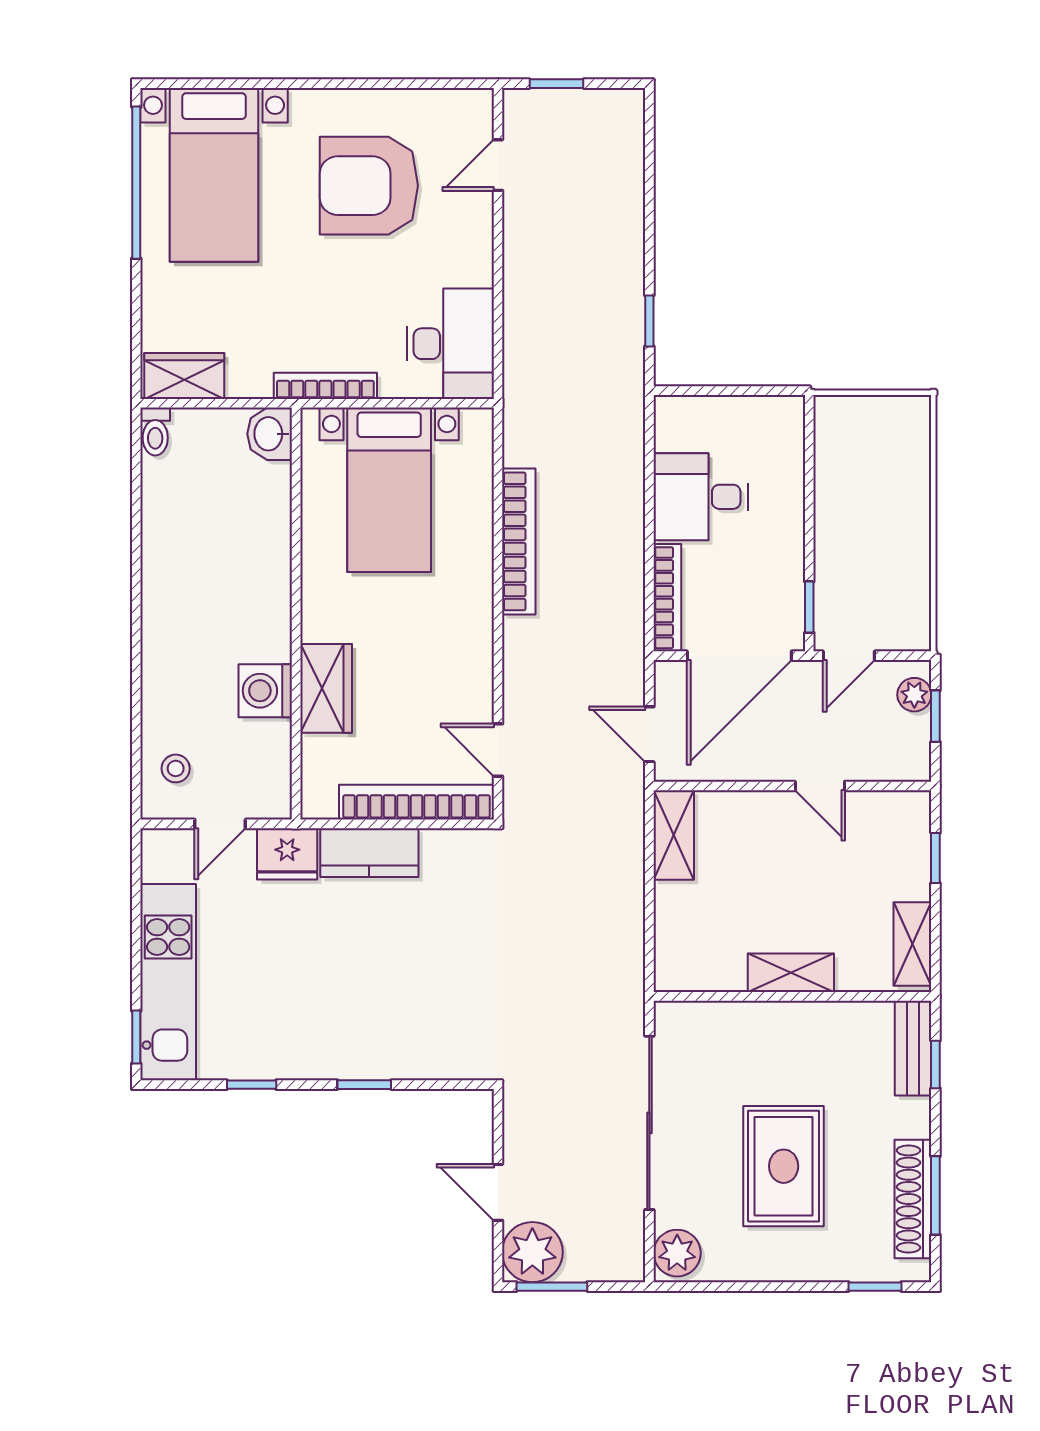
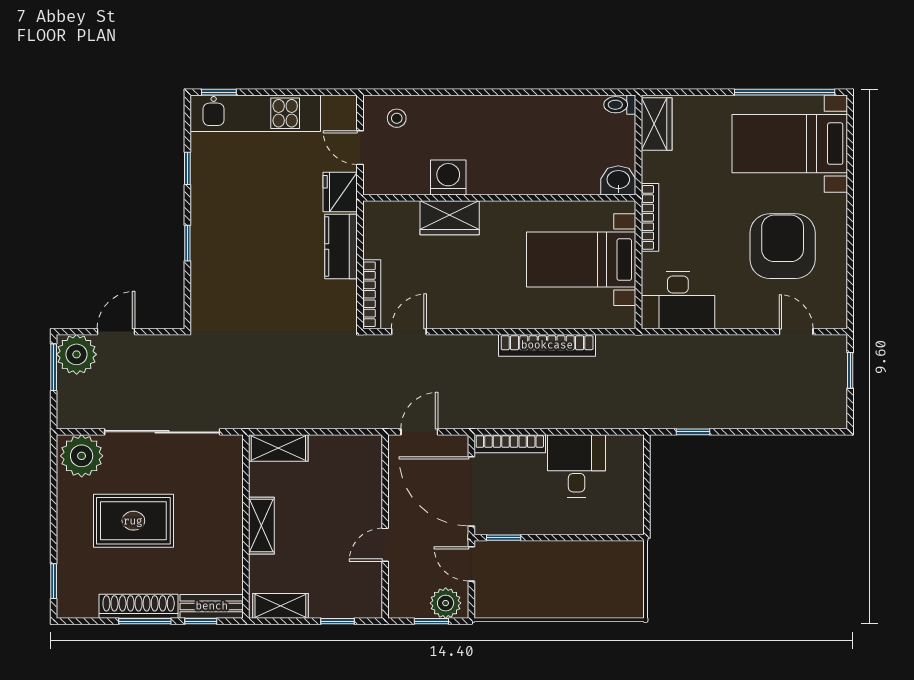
plant: (914, 695) -> (446, 603), width x1.38, depth x1.38
bookcase: (416, 802) -> (372, 294), width x0.68, depth x0.76
shelving: (674, 835) -> (278, 448), moved
window: (935, 1195) -> (145, 621), moved
shoe rack: (913, 1199) -> (139, 606), moved
plant: (677, 1253) -> (82, 456), width x1.36, depth x1.36

